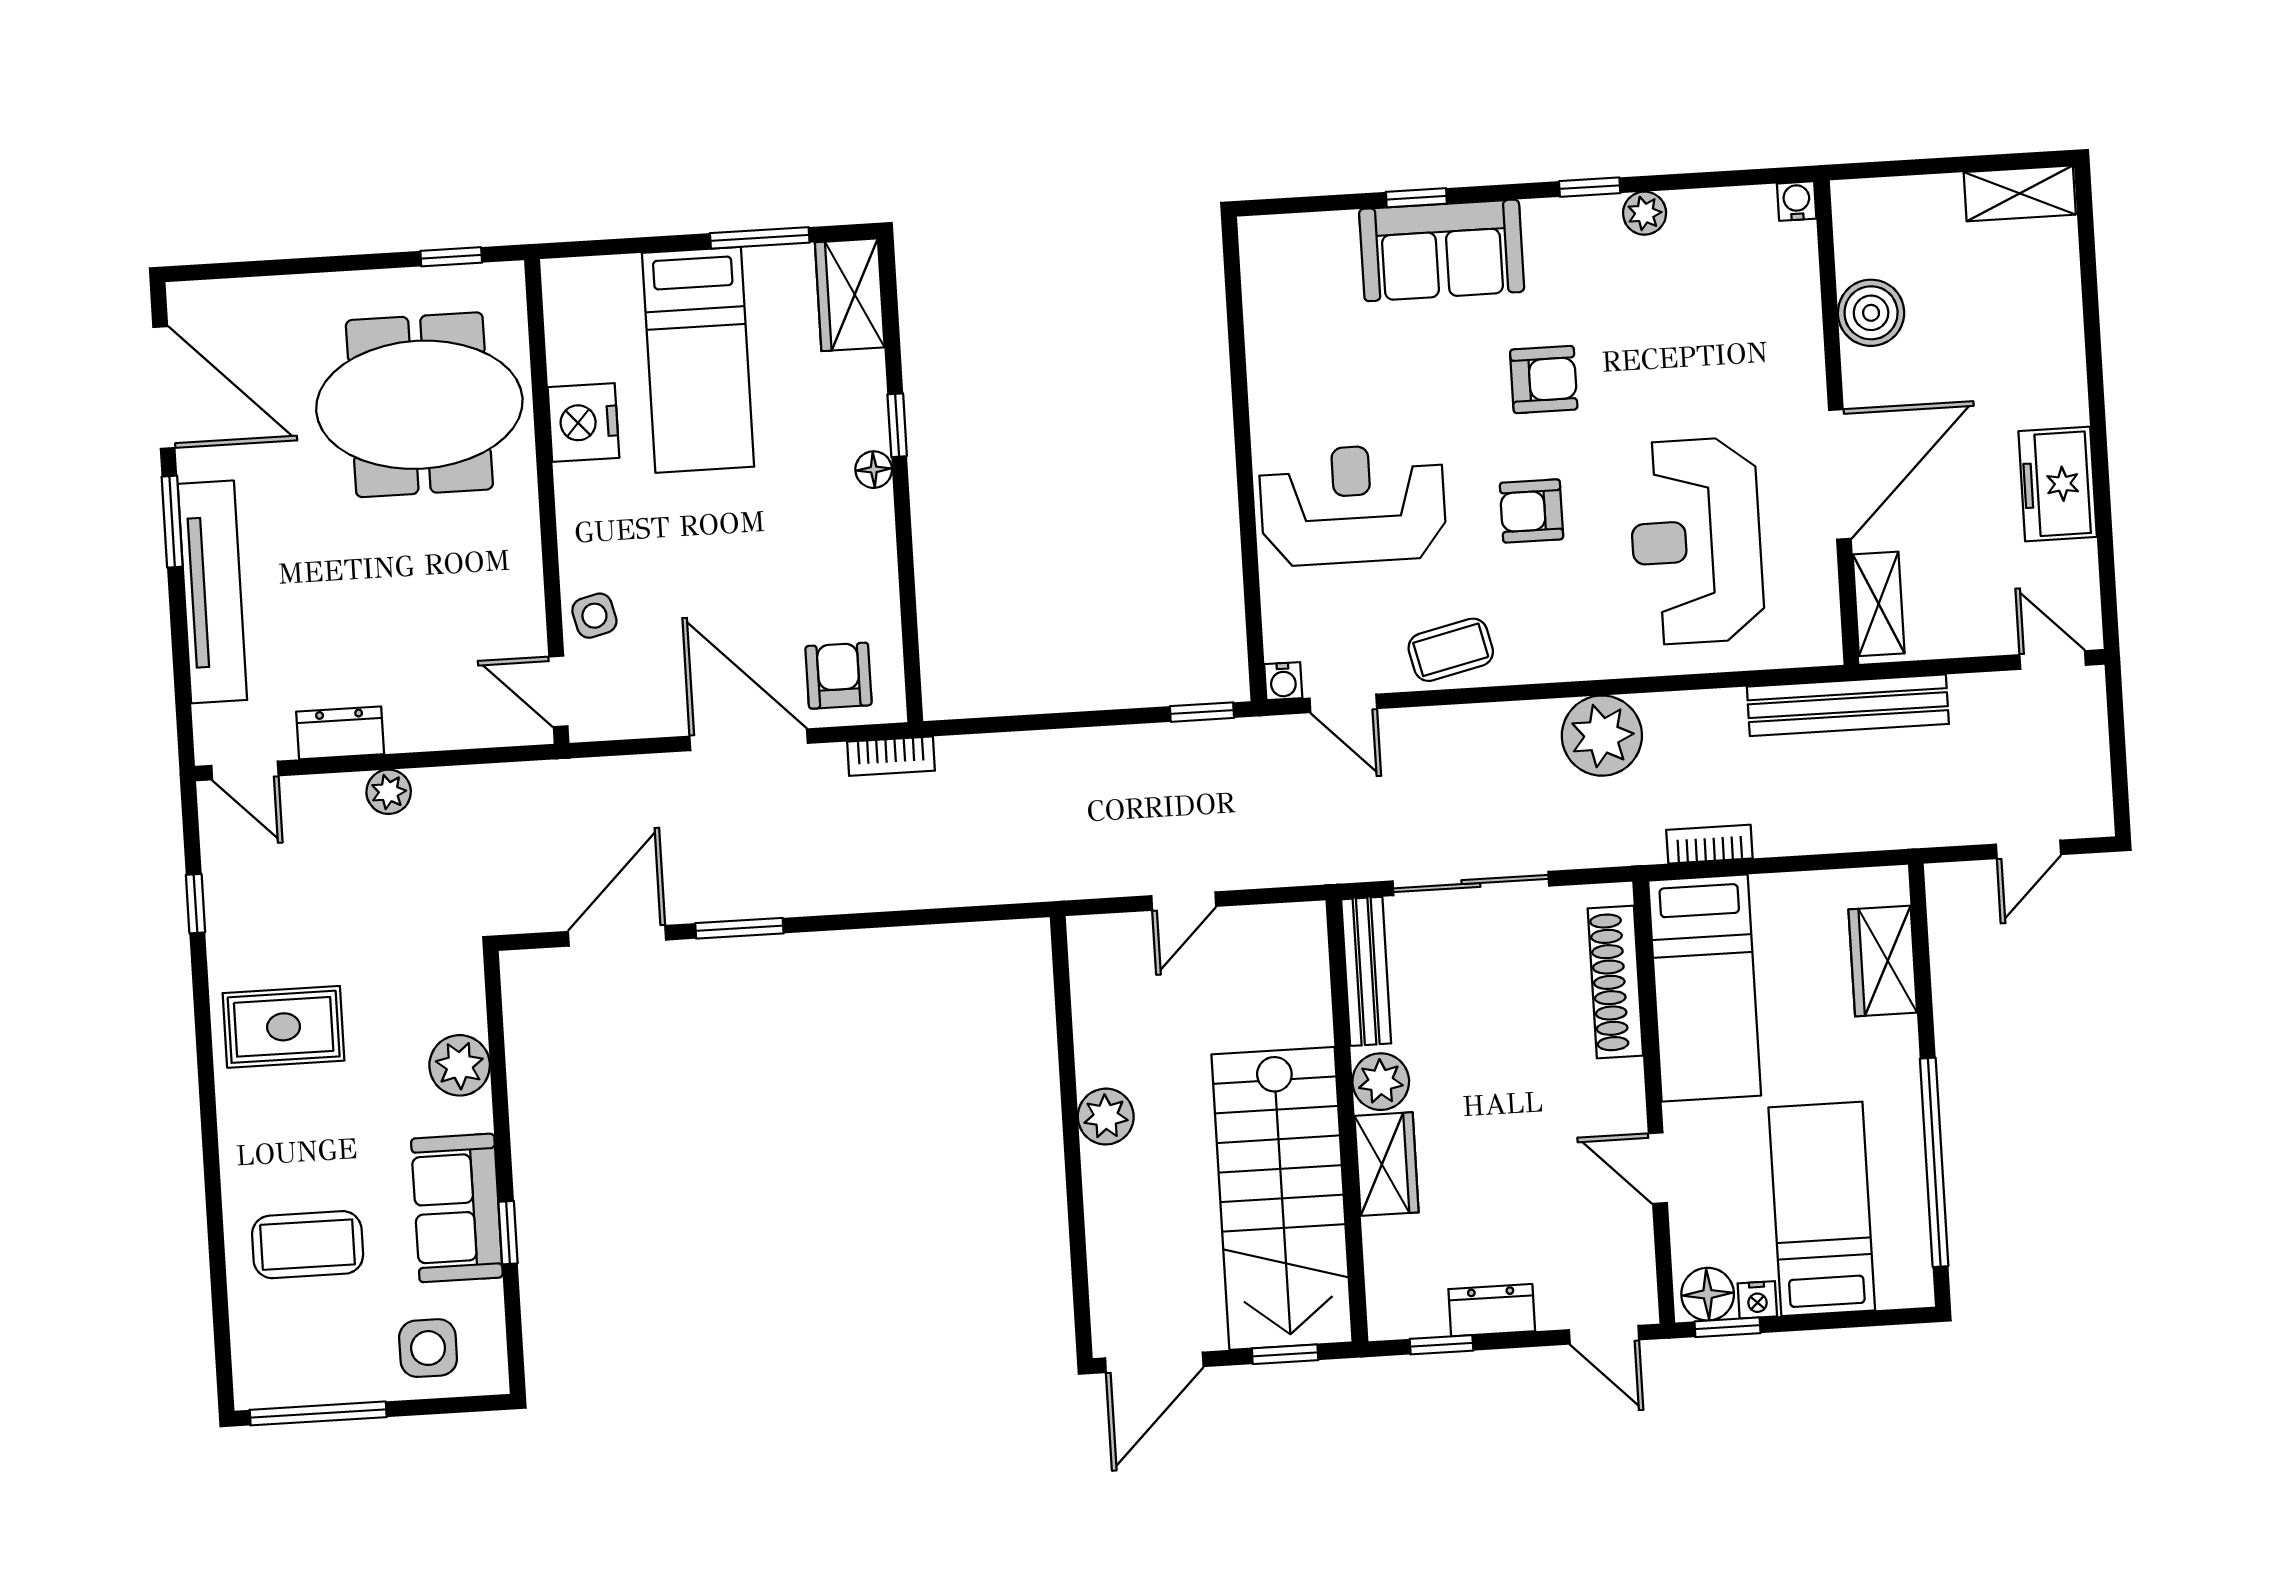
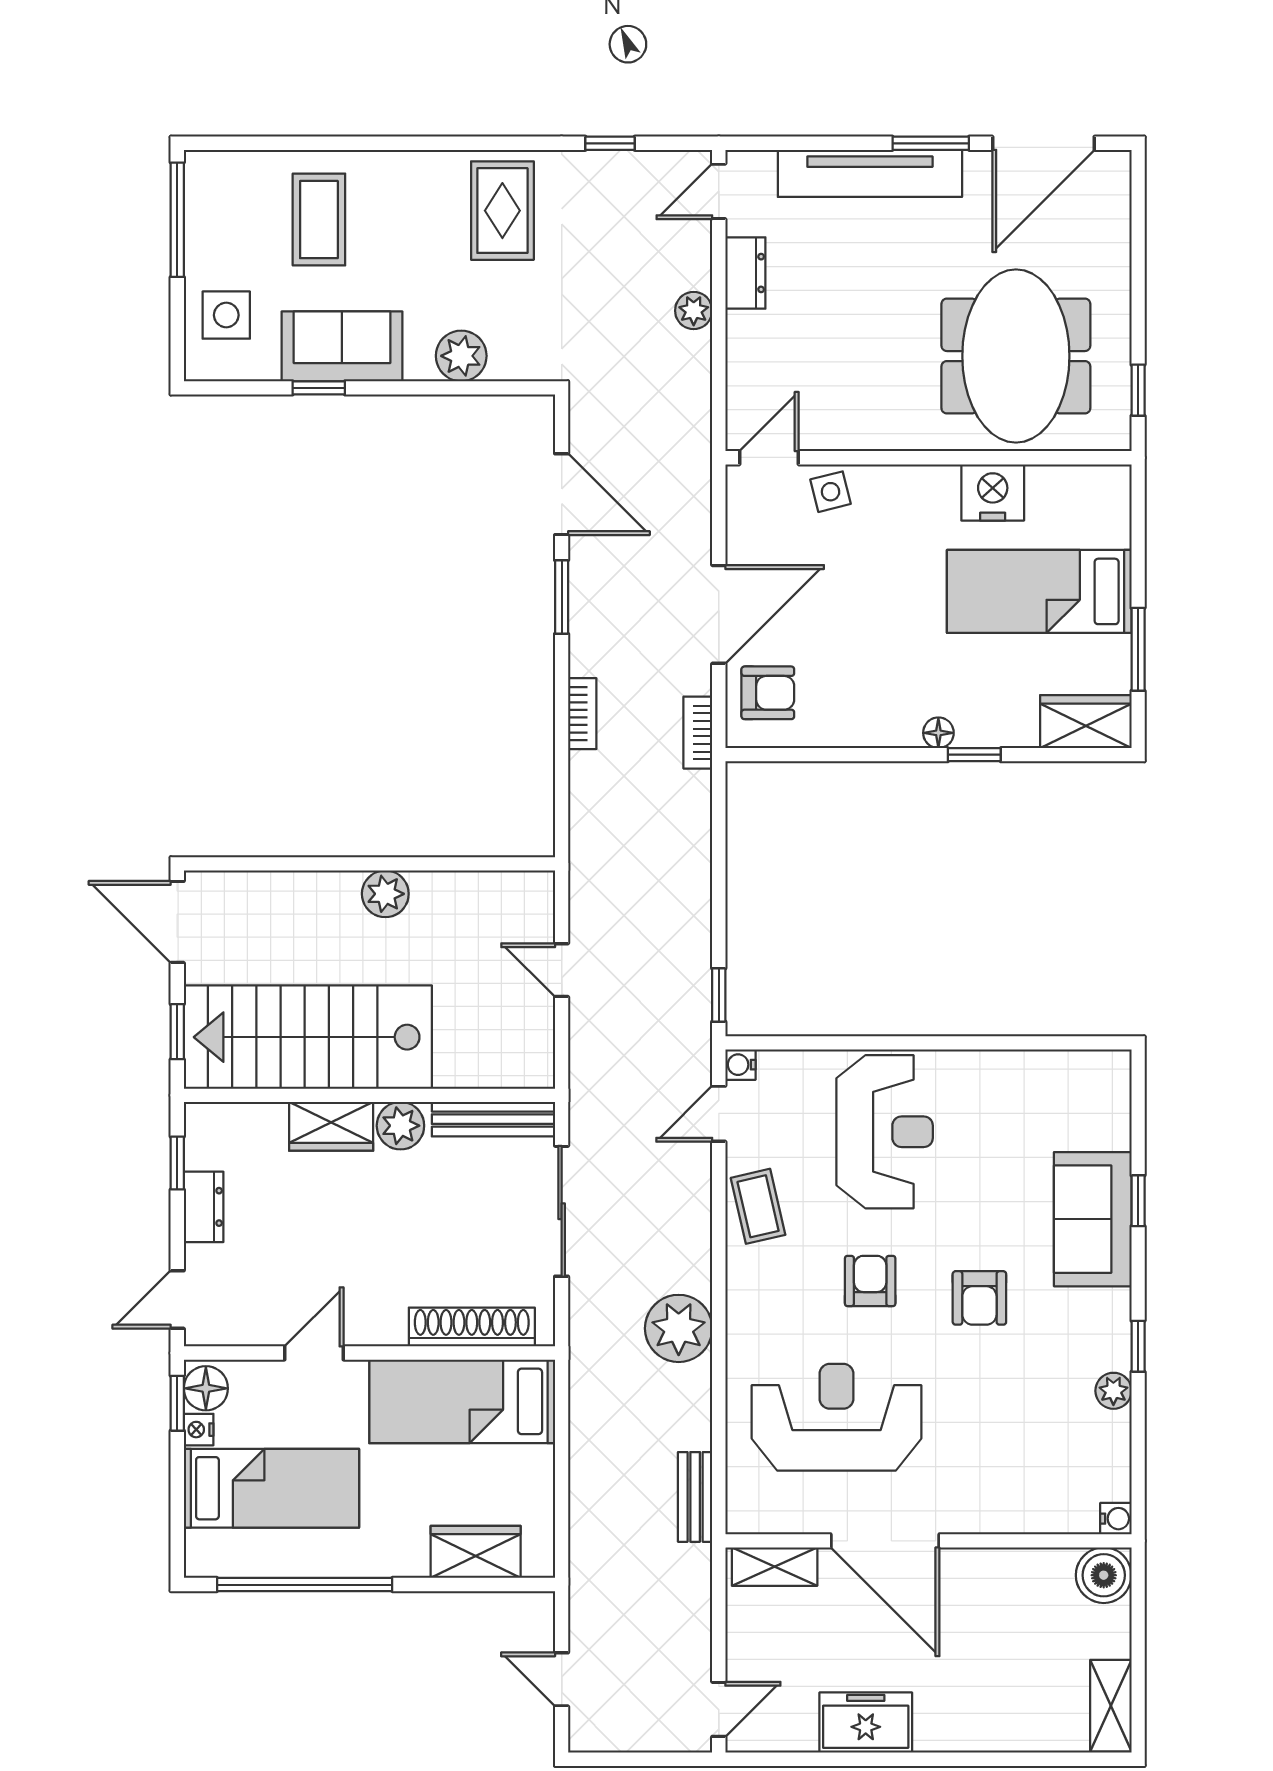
boiler: (1871, 313) -> (1104, 1575), moved
bench: (1848, 705) -> (695, 1497), width x0.54, depth x0.82
bookcase: (1709, 844) -> (582, 714), moved

